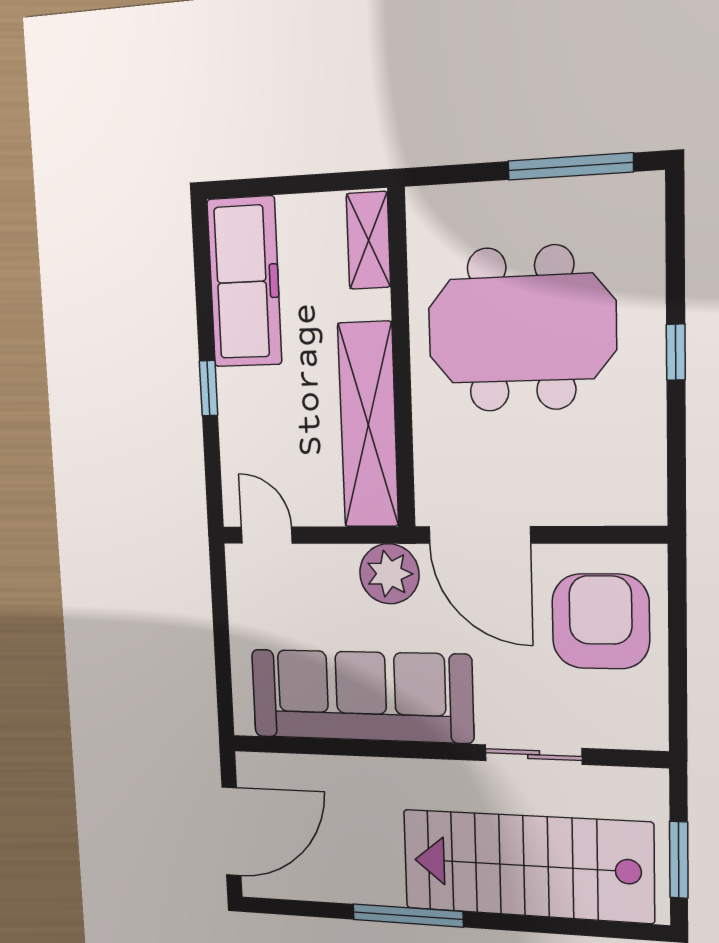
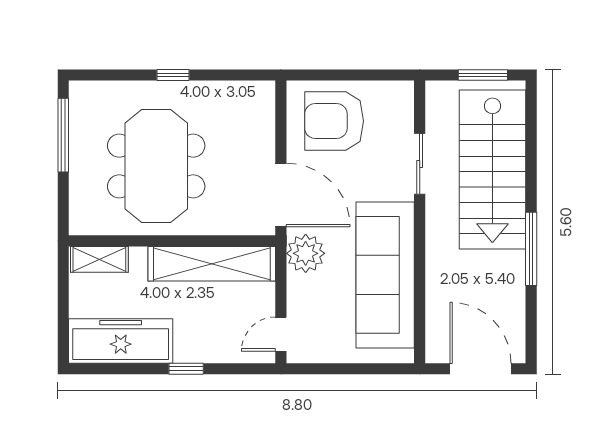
door: (479, 535) -> (281, 195), hinge flipped

